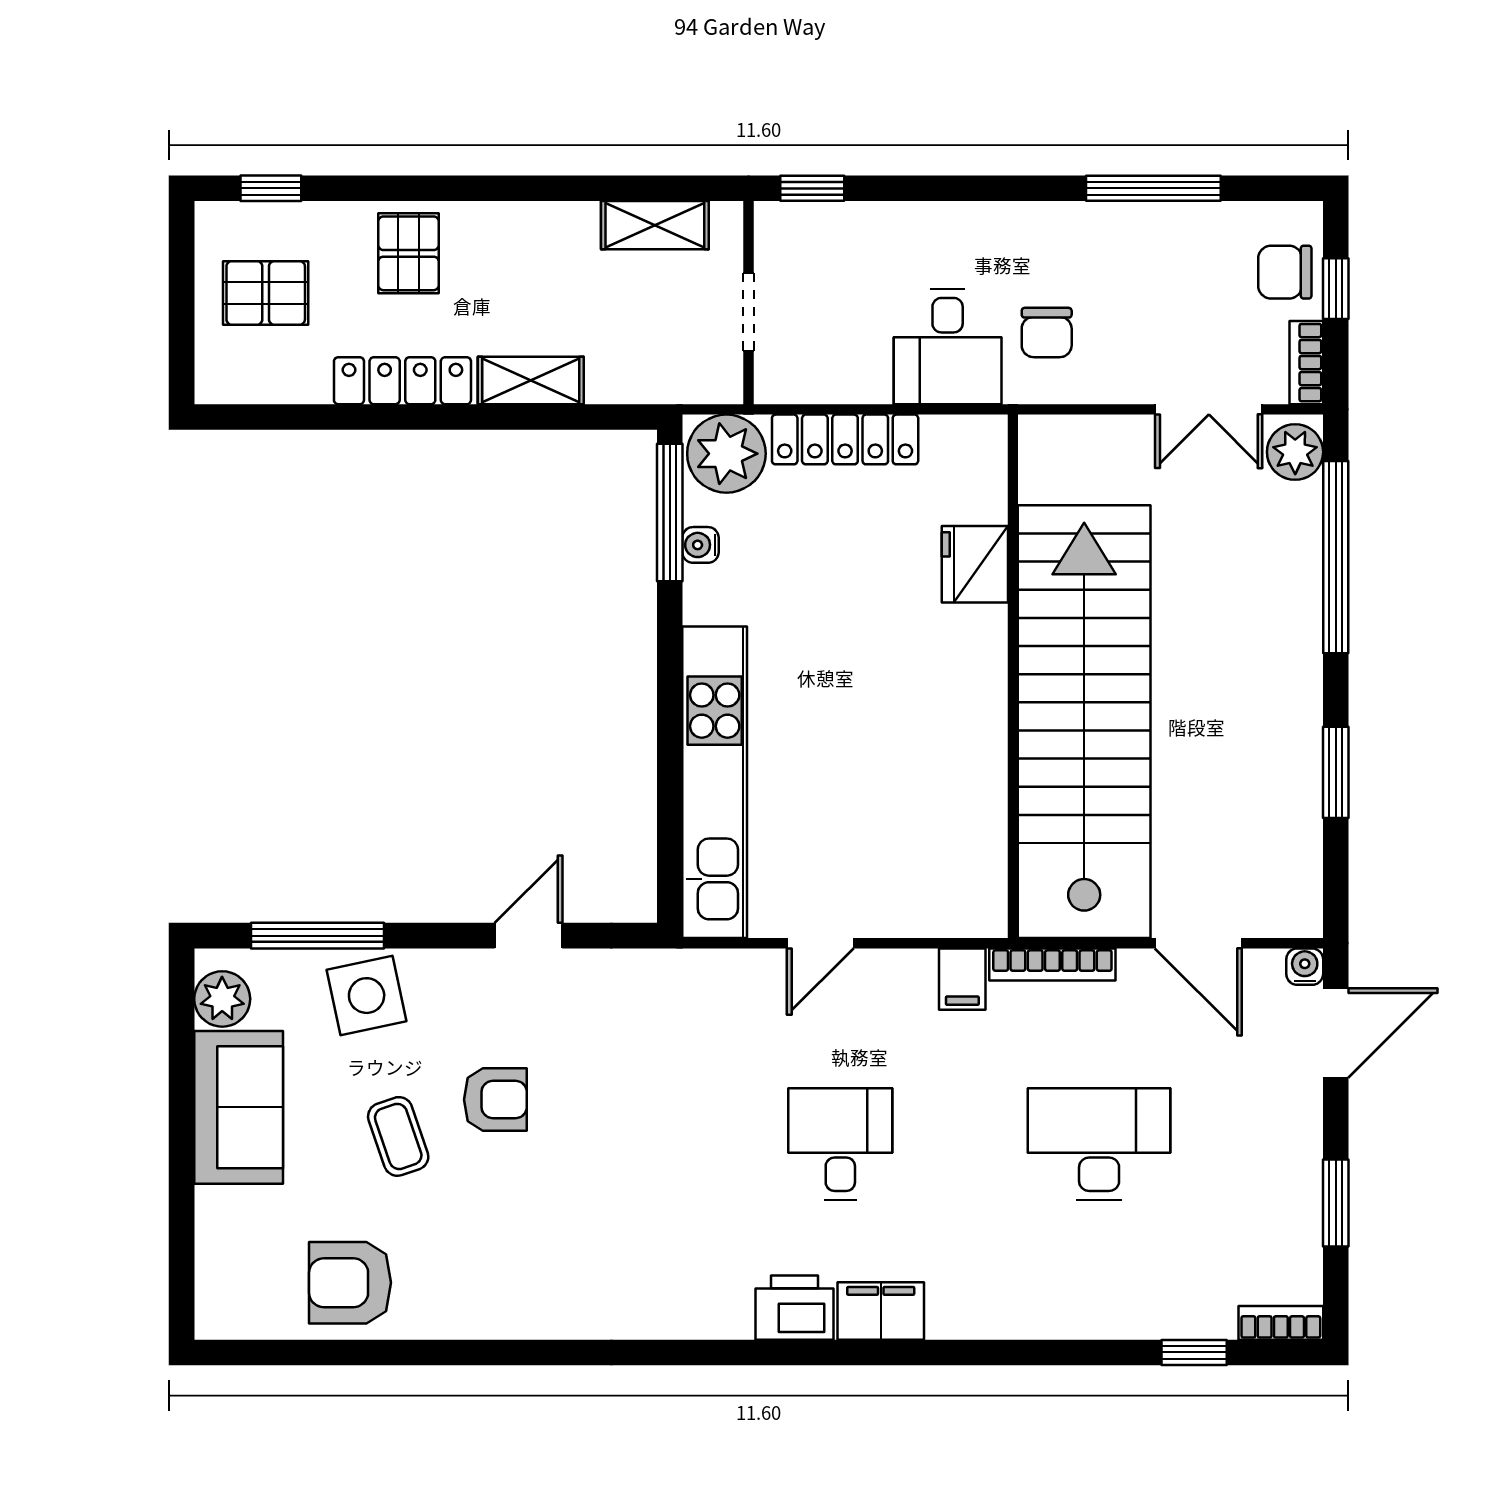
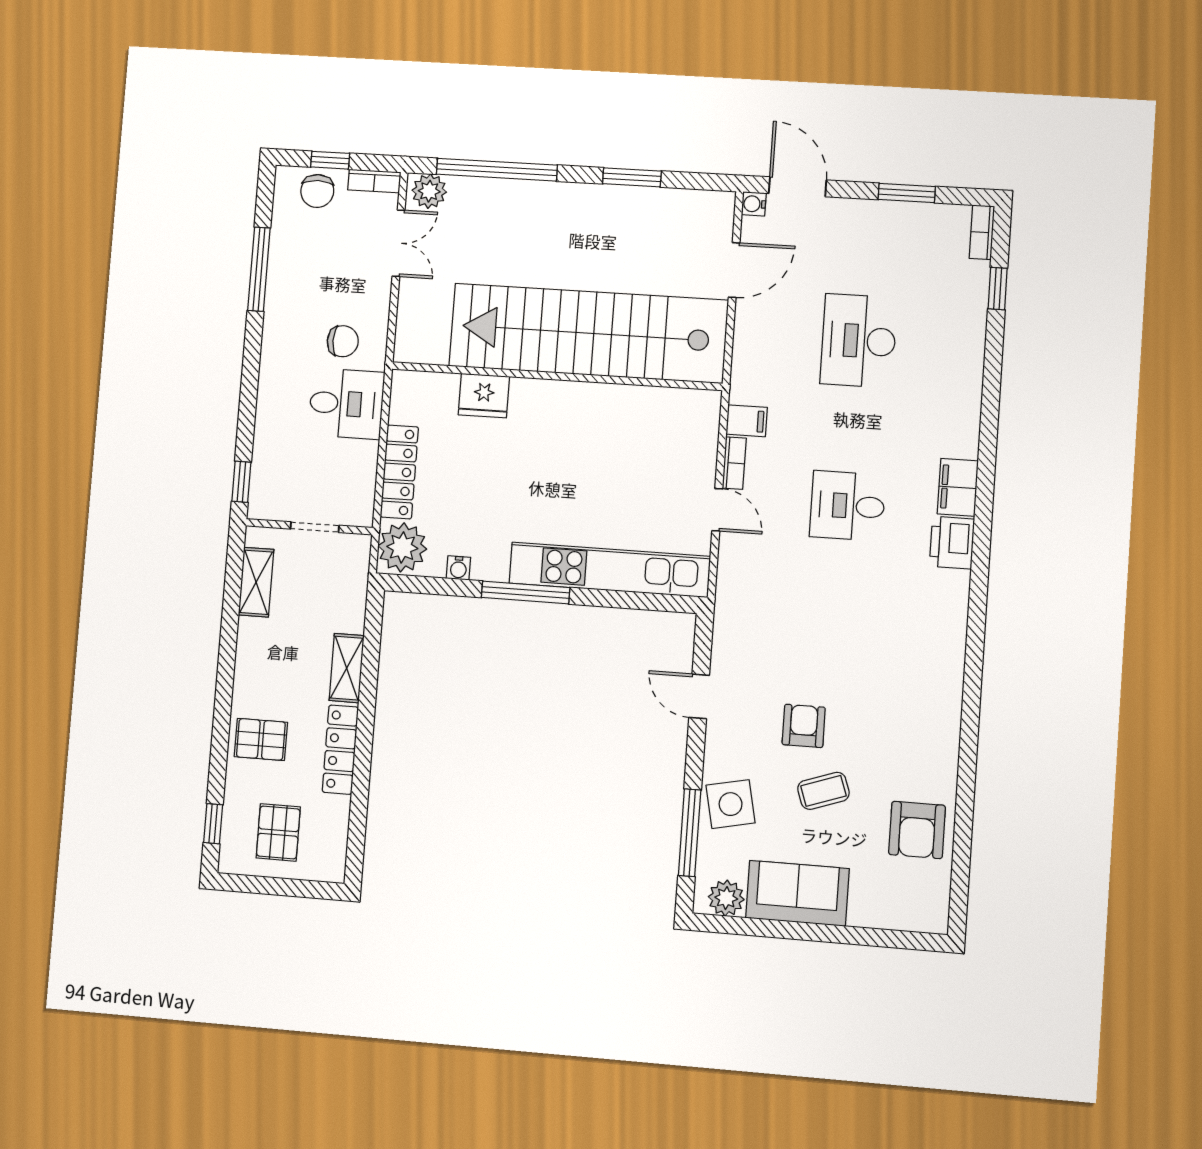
window: (670, 512) -> (526, 592), moved
bookcase: (1052, 964) -> (734, 463), moved, width x0.64

